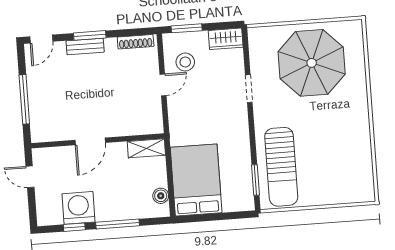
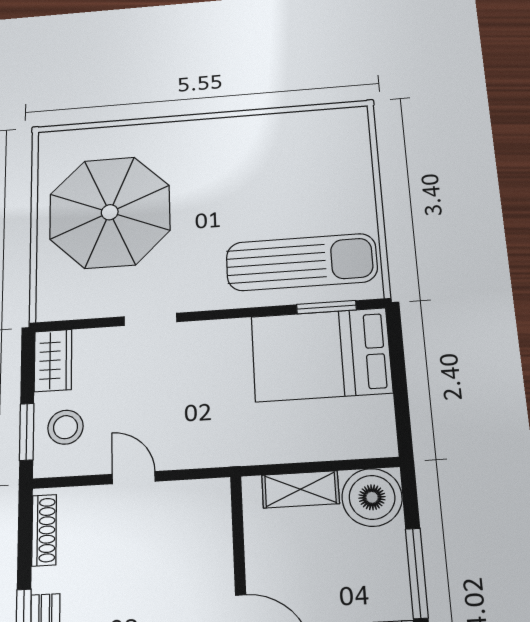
stool: (185, 62) -> (65, 427), moved
shelving: (146, 148) -> (300, 489), moved, turned 90
bed: (196, 180) -> (321, 355), moved
boiler: (161, 196) -> (372, 497), width x1.86, depth x1.86

